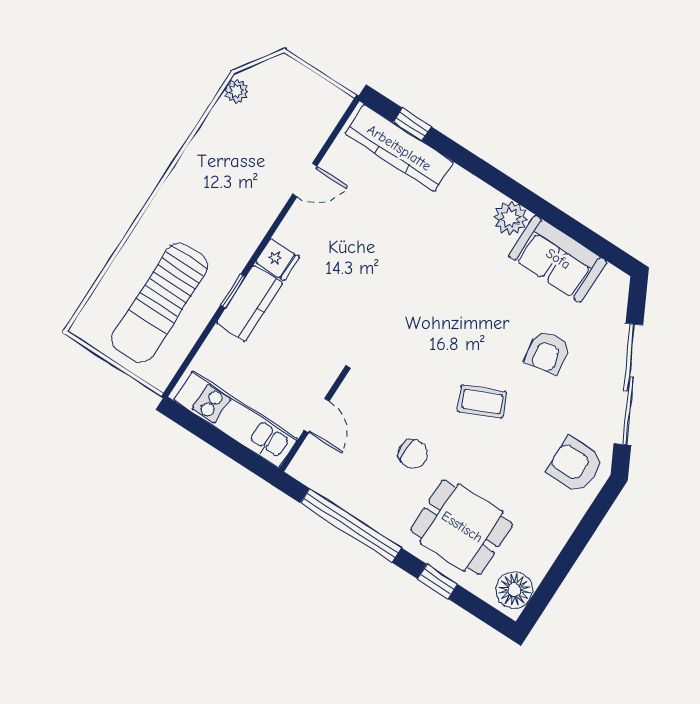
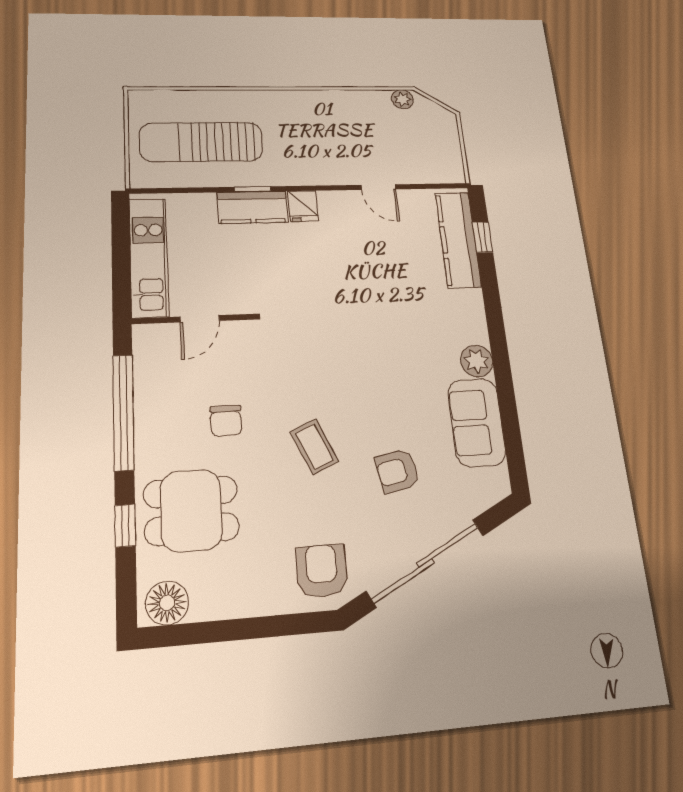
dining table: (462, 527) -> (191, 510), turned 90

